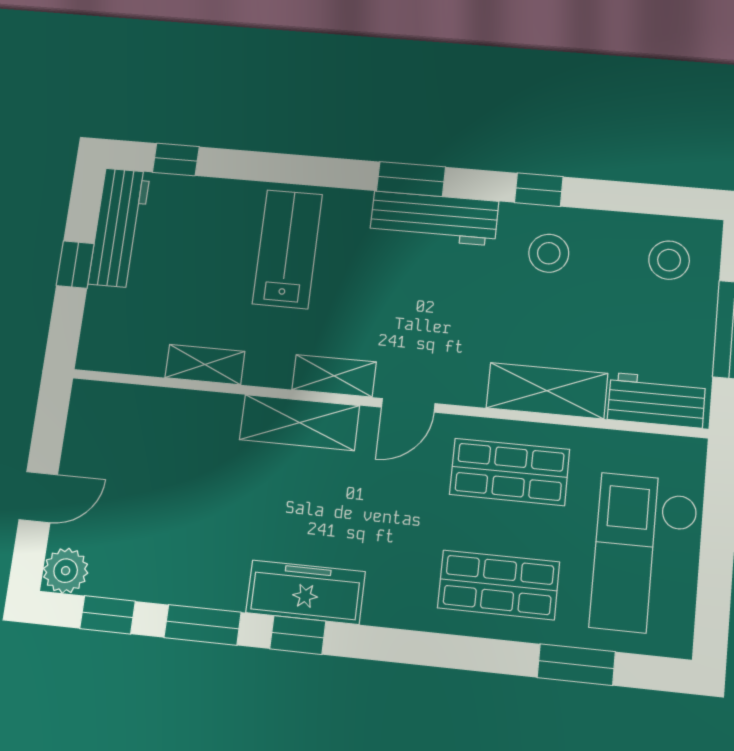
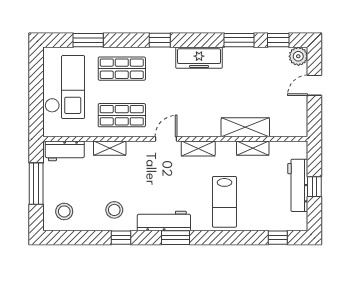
workbench: (119, 228) -> (298, 185), moved
shelving: (547, 391) -> (110, 148), width x0.67, depth x0.75
shelving: (299, 423) -> (245, 127), moved
window: (298, 635) -> (160, 40), moved

